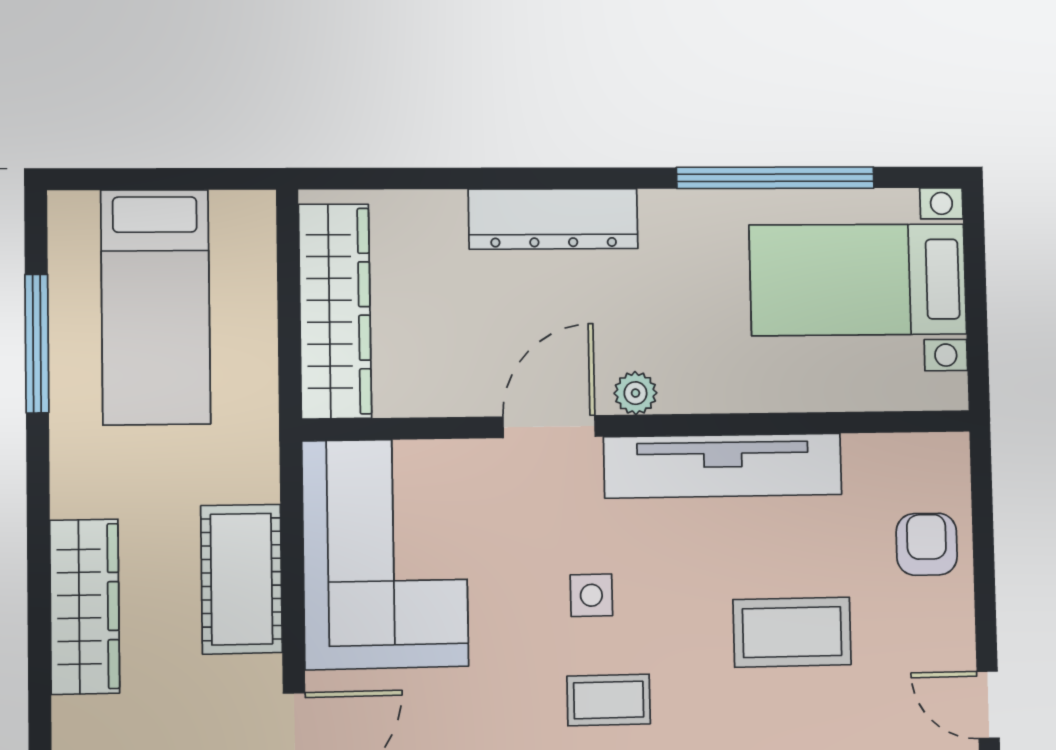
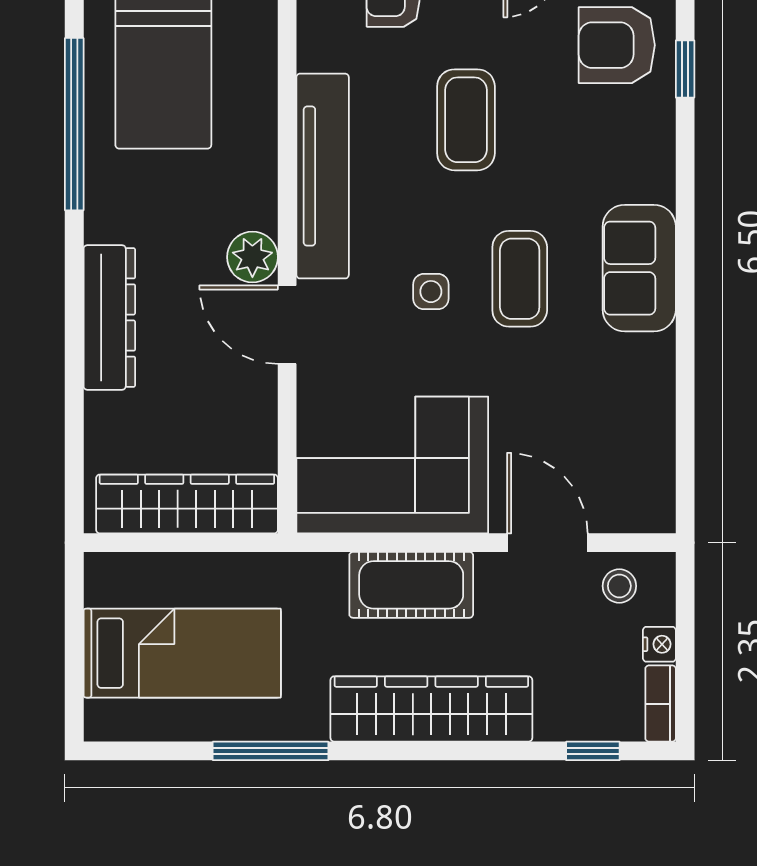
window: (37, 344) -> (271, 751), moved
plant: (635, 393) -> (252, 257), width x1.38, depth x1.38
wardrobe: (85, 607) -> (431, 709), width x1.40, depth x1.17
coffee table: (609, 700) -> (520, 279), width x1.36, depth x1.30

